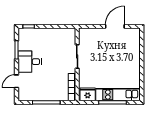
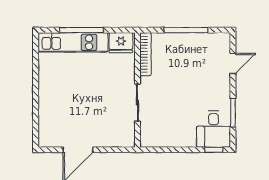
desk: (30, 62) -> (214, 129), moved, turned 90

